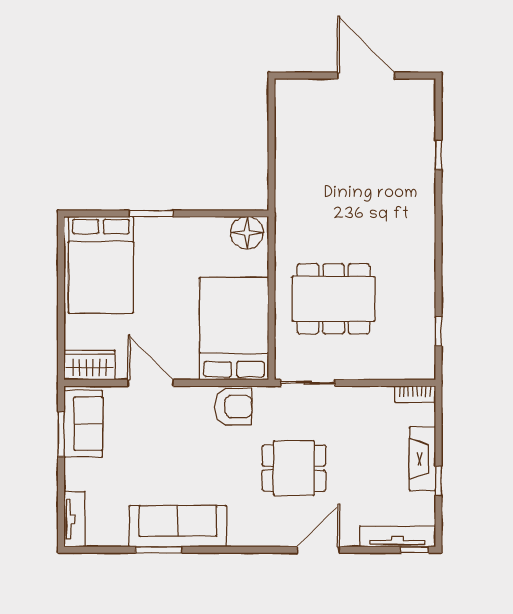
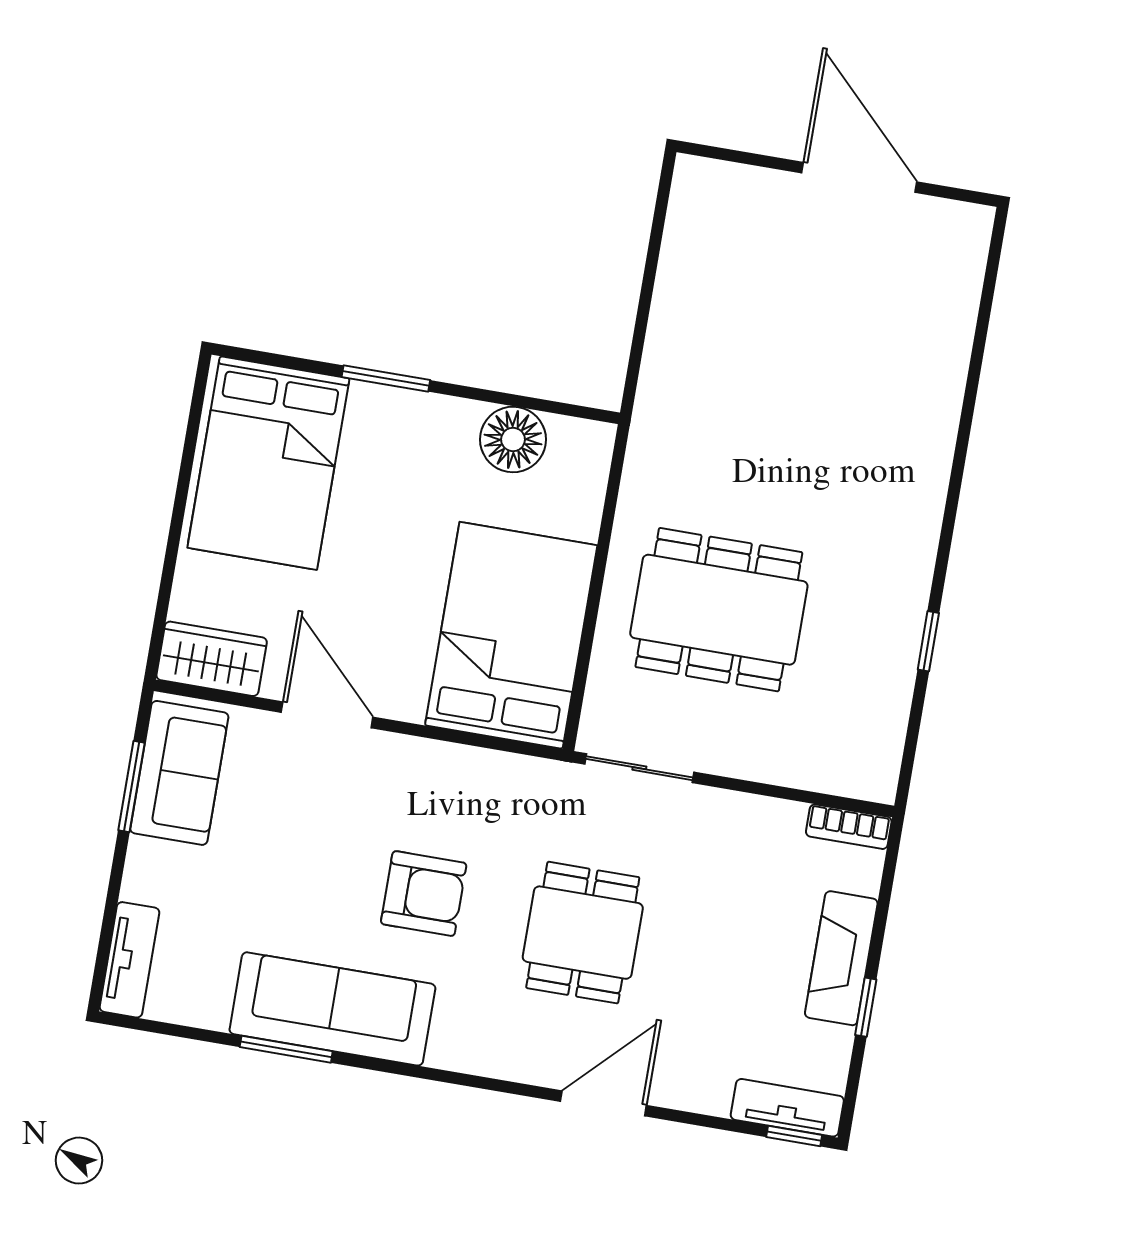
window: (438, 155) -> (976, 359), removed
floor lamp: (247, 233) -> (513, 440), moved
window: (438, 331) -> (928, 641), moved
armchair: (233, 407) -> (424, 894), moved
dining table: (294, 468) -> (583, 933), turned 90
tv unit: (397, 537) -> (787, 1108), width x0.71

